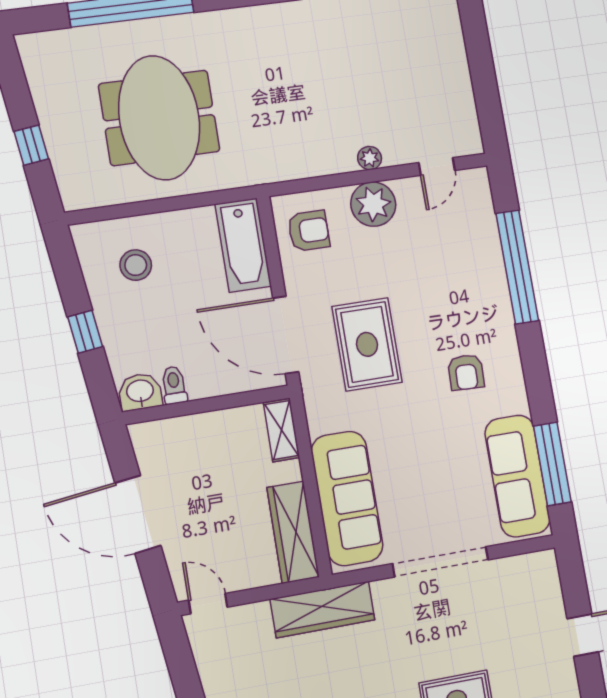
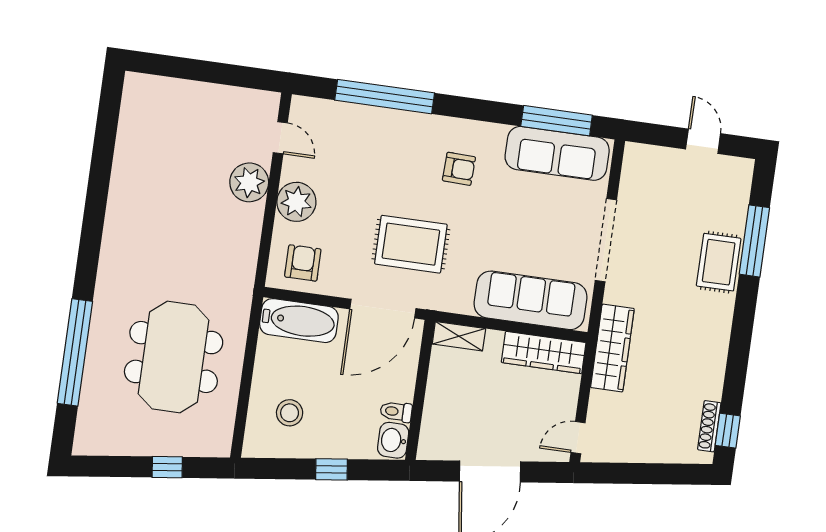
meeting table: (159, 118) -> (174, 357), turned 90
plant: (370, 158) -> (249, 182), width x1.88, depth x1.88

